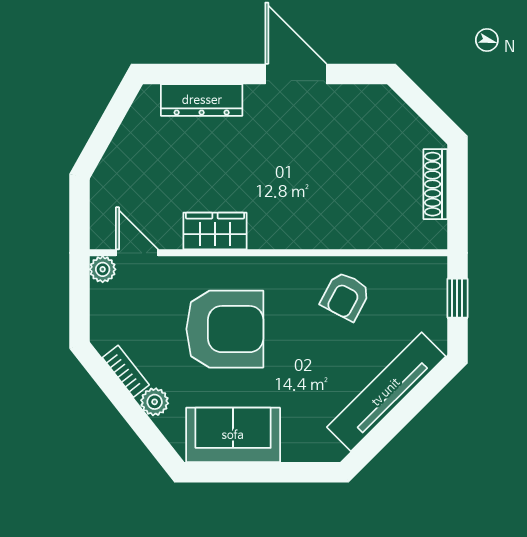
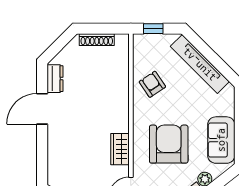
dresser: (202, 100) -> (55, 79), moved, width x0.70
armchair: (345, 296) -> (152, 84), turned -152

